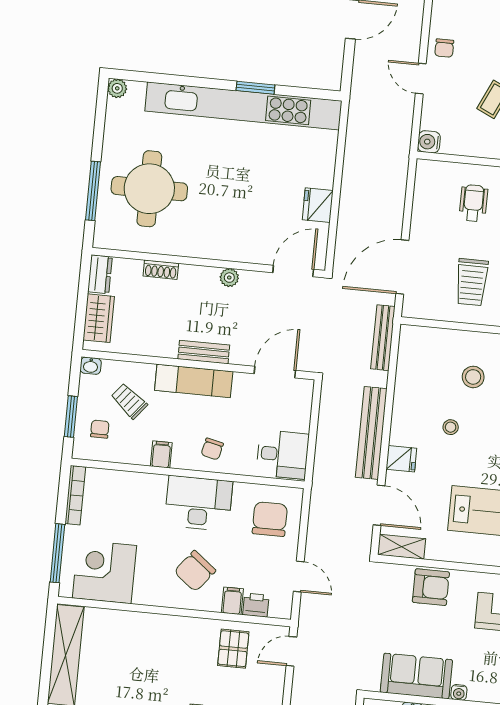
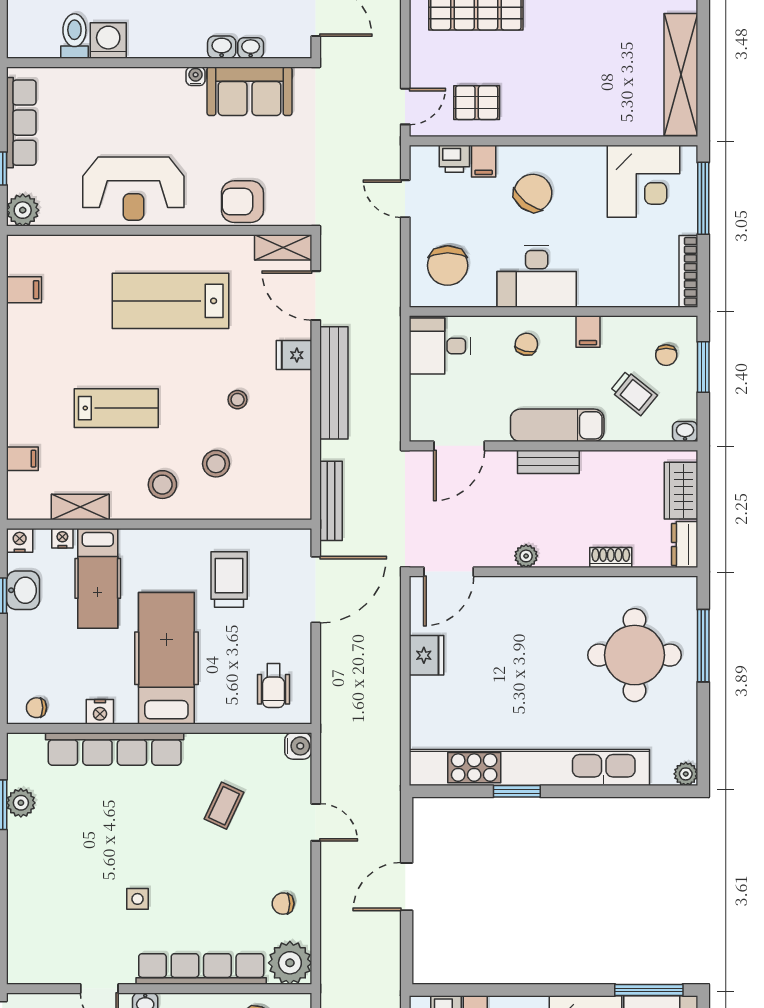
chair: (444, 48) -> (283, 904), moved, turned -90
wheelchair: (473, 203) -> (274, 686), moved
pallet: (233, 649) -> (477, 103), turned 90

